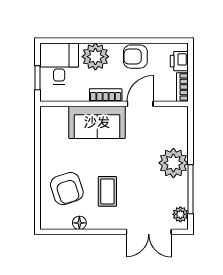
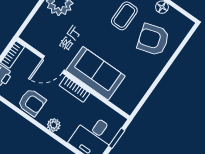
plant: (95, 57) -> (54, 125), width x0.53, depth x0.53
armchair: (67, 189) -> (153, 40), turned -89

